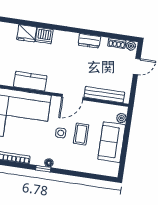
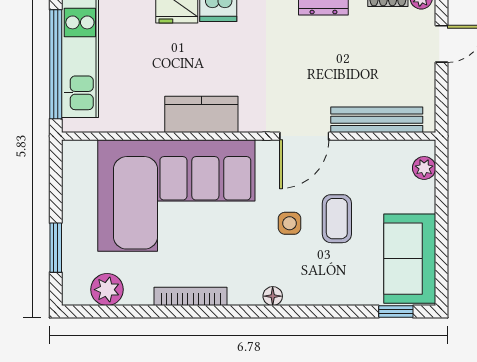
sofa: (112, 142) -> (410, 259), moved
window: (43, 169) -> (396, 312), moved

